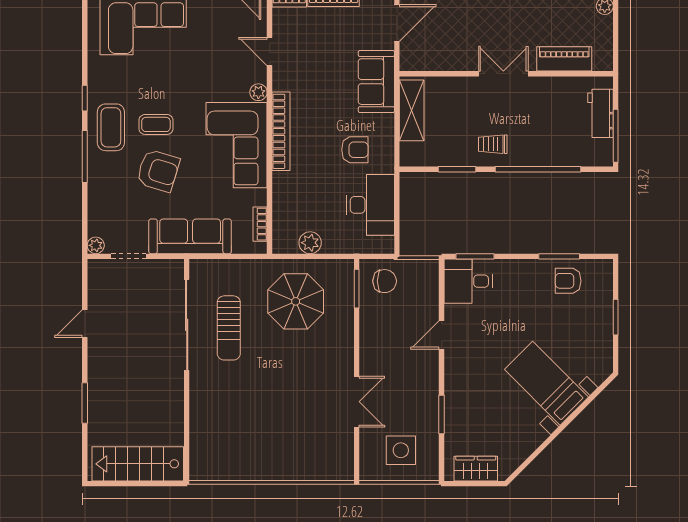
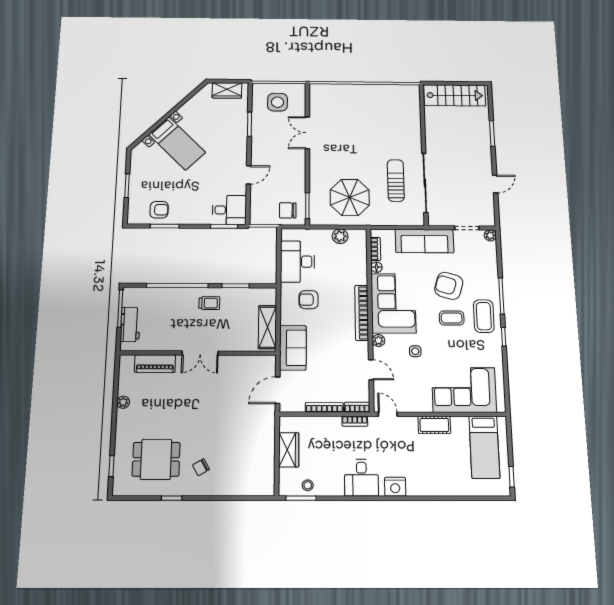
side table: (208, 77) -> (415, 351), added
floor lamp: (259, 197) -> (376, 267), added

